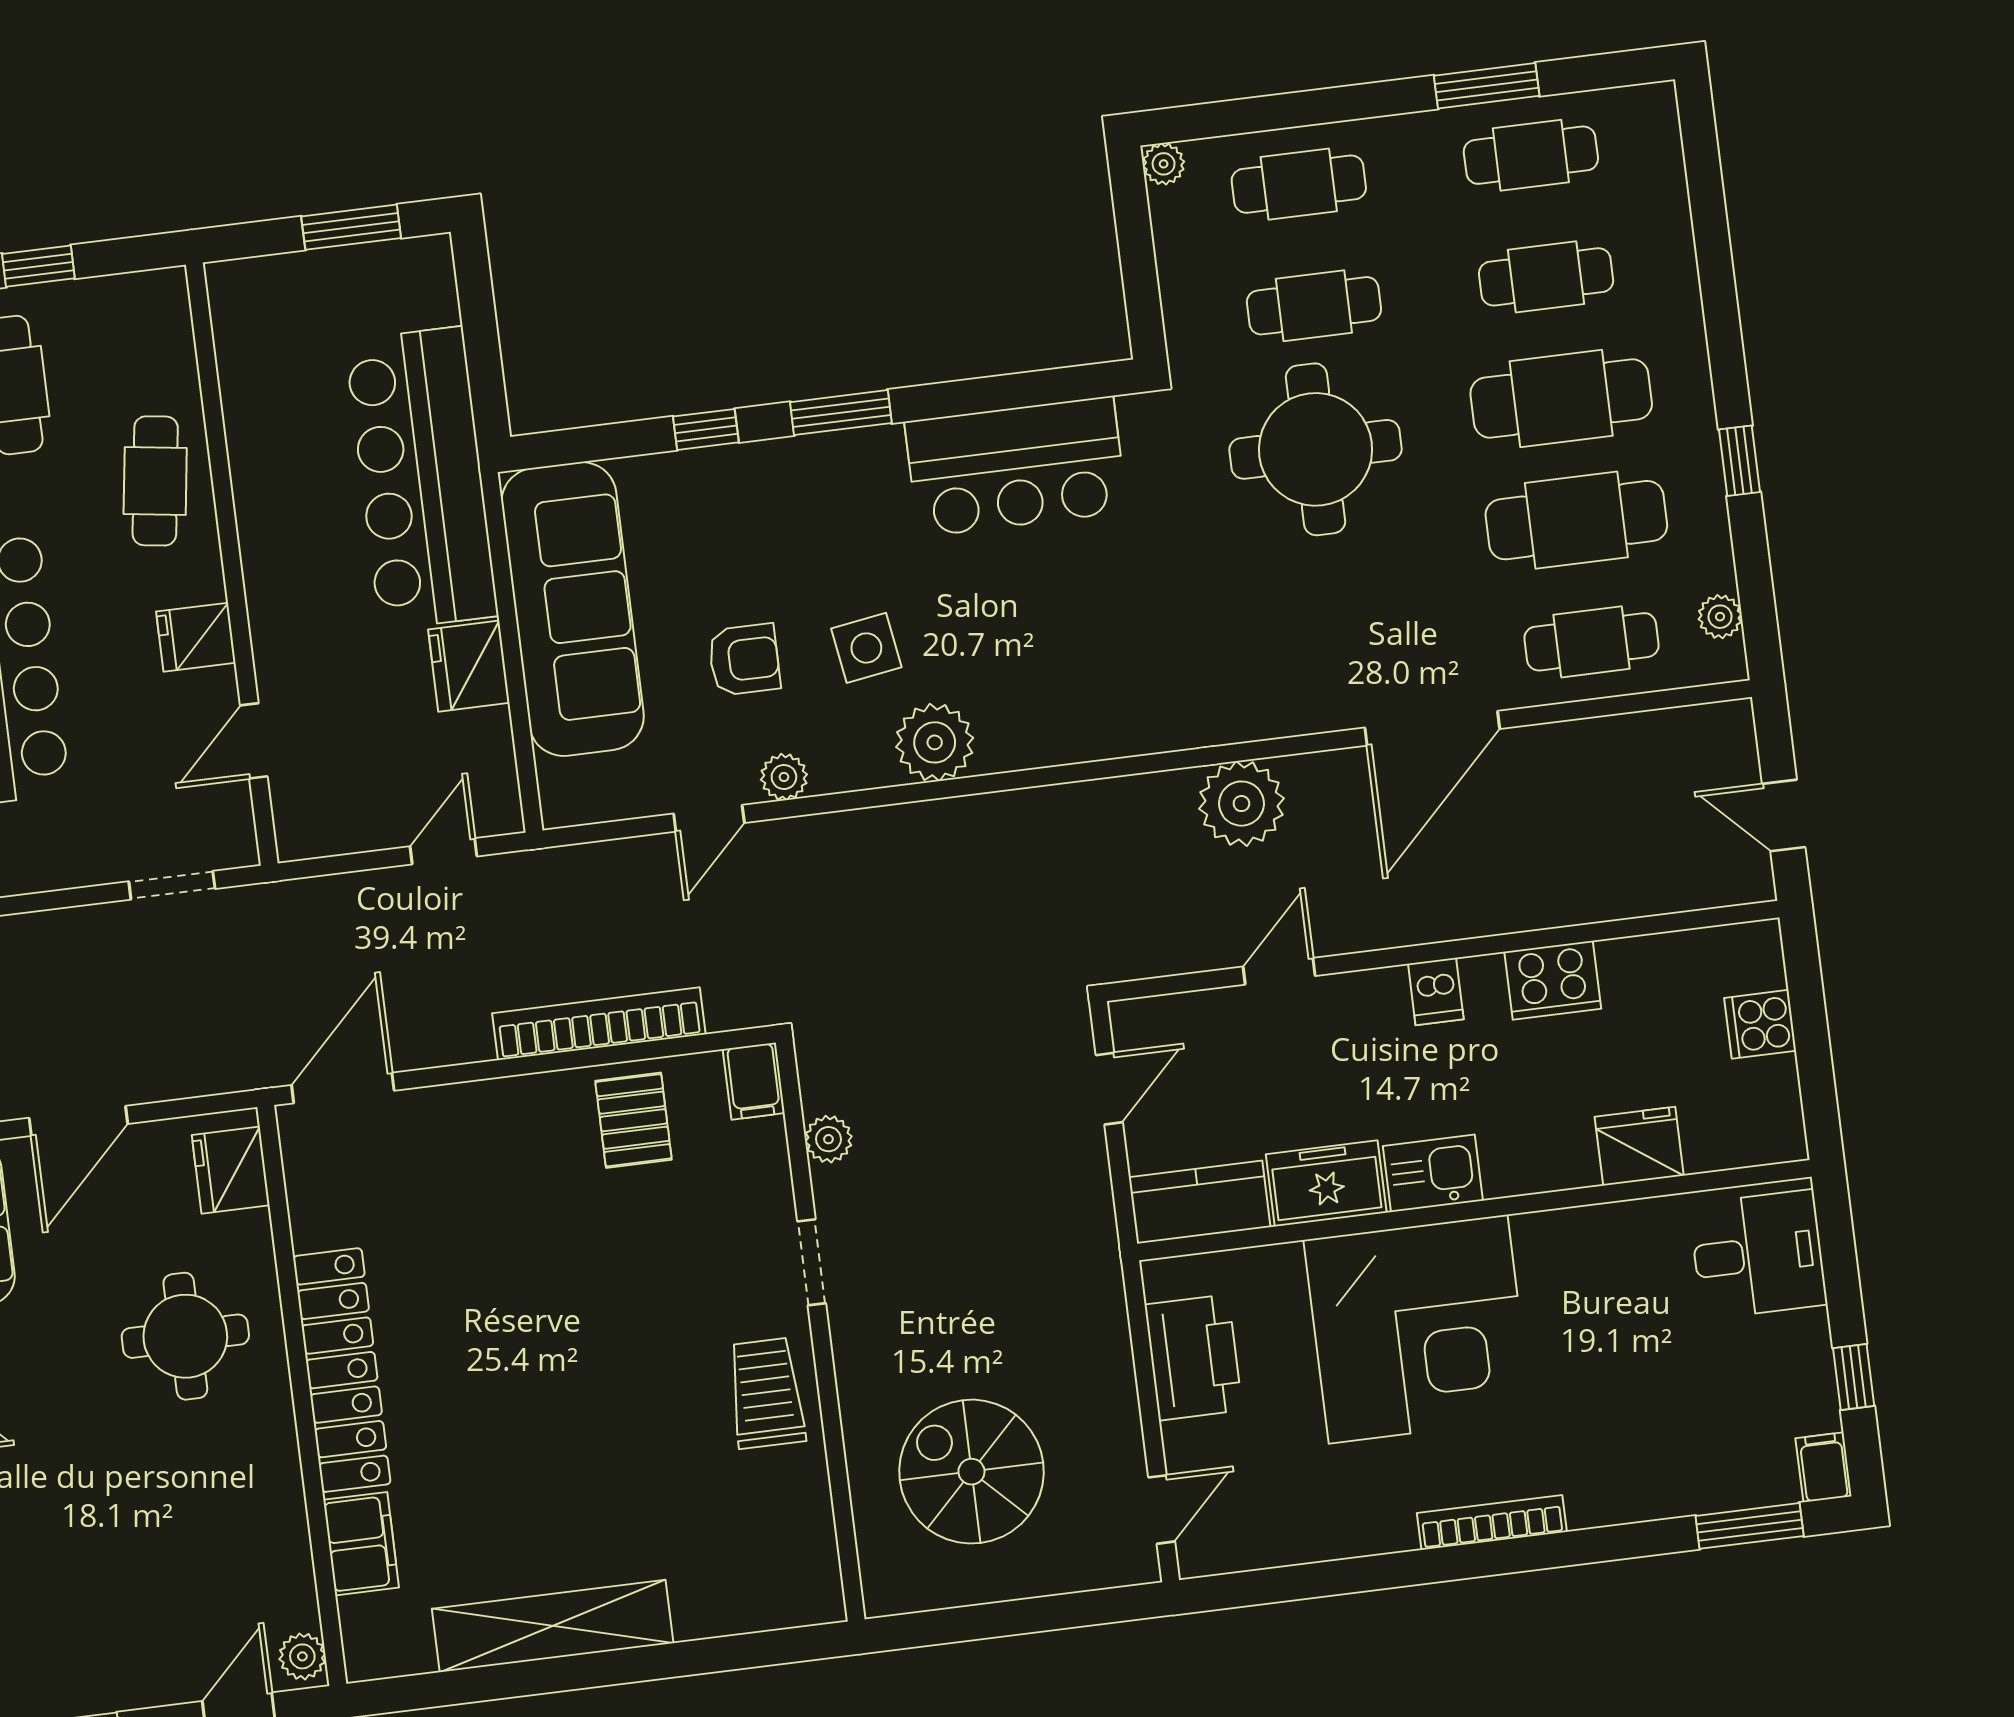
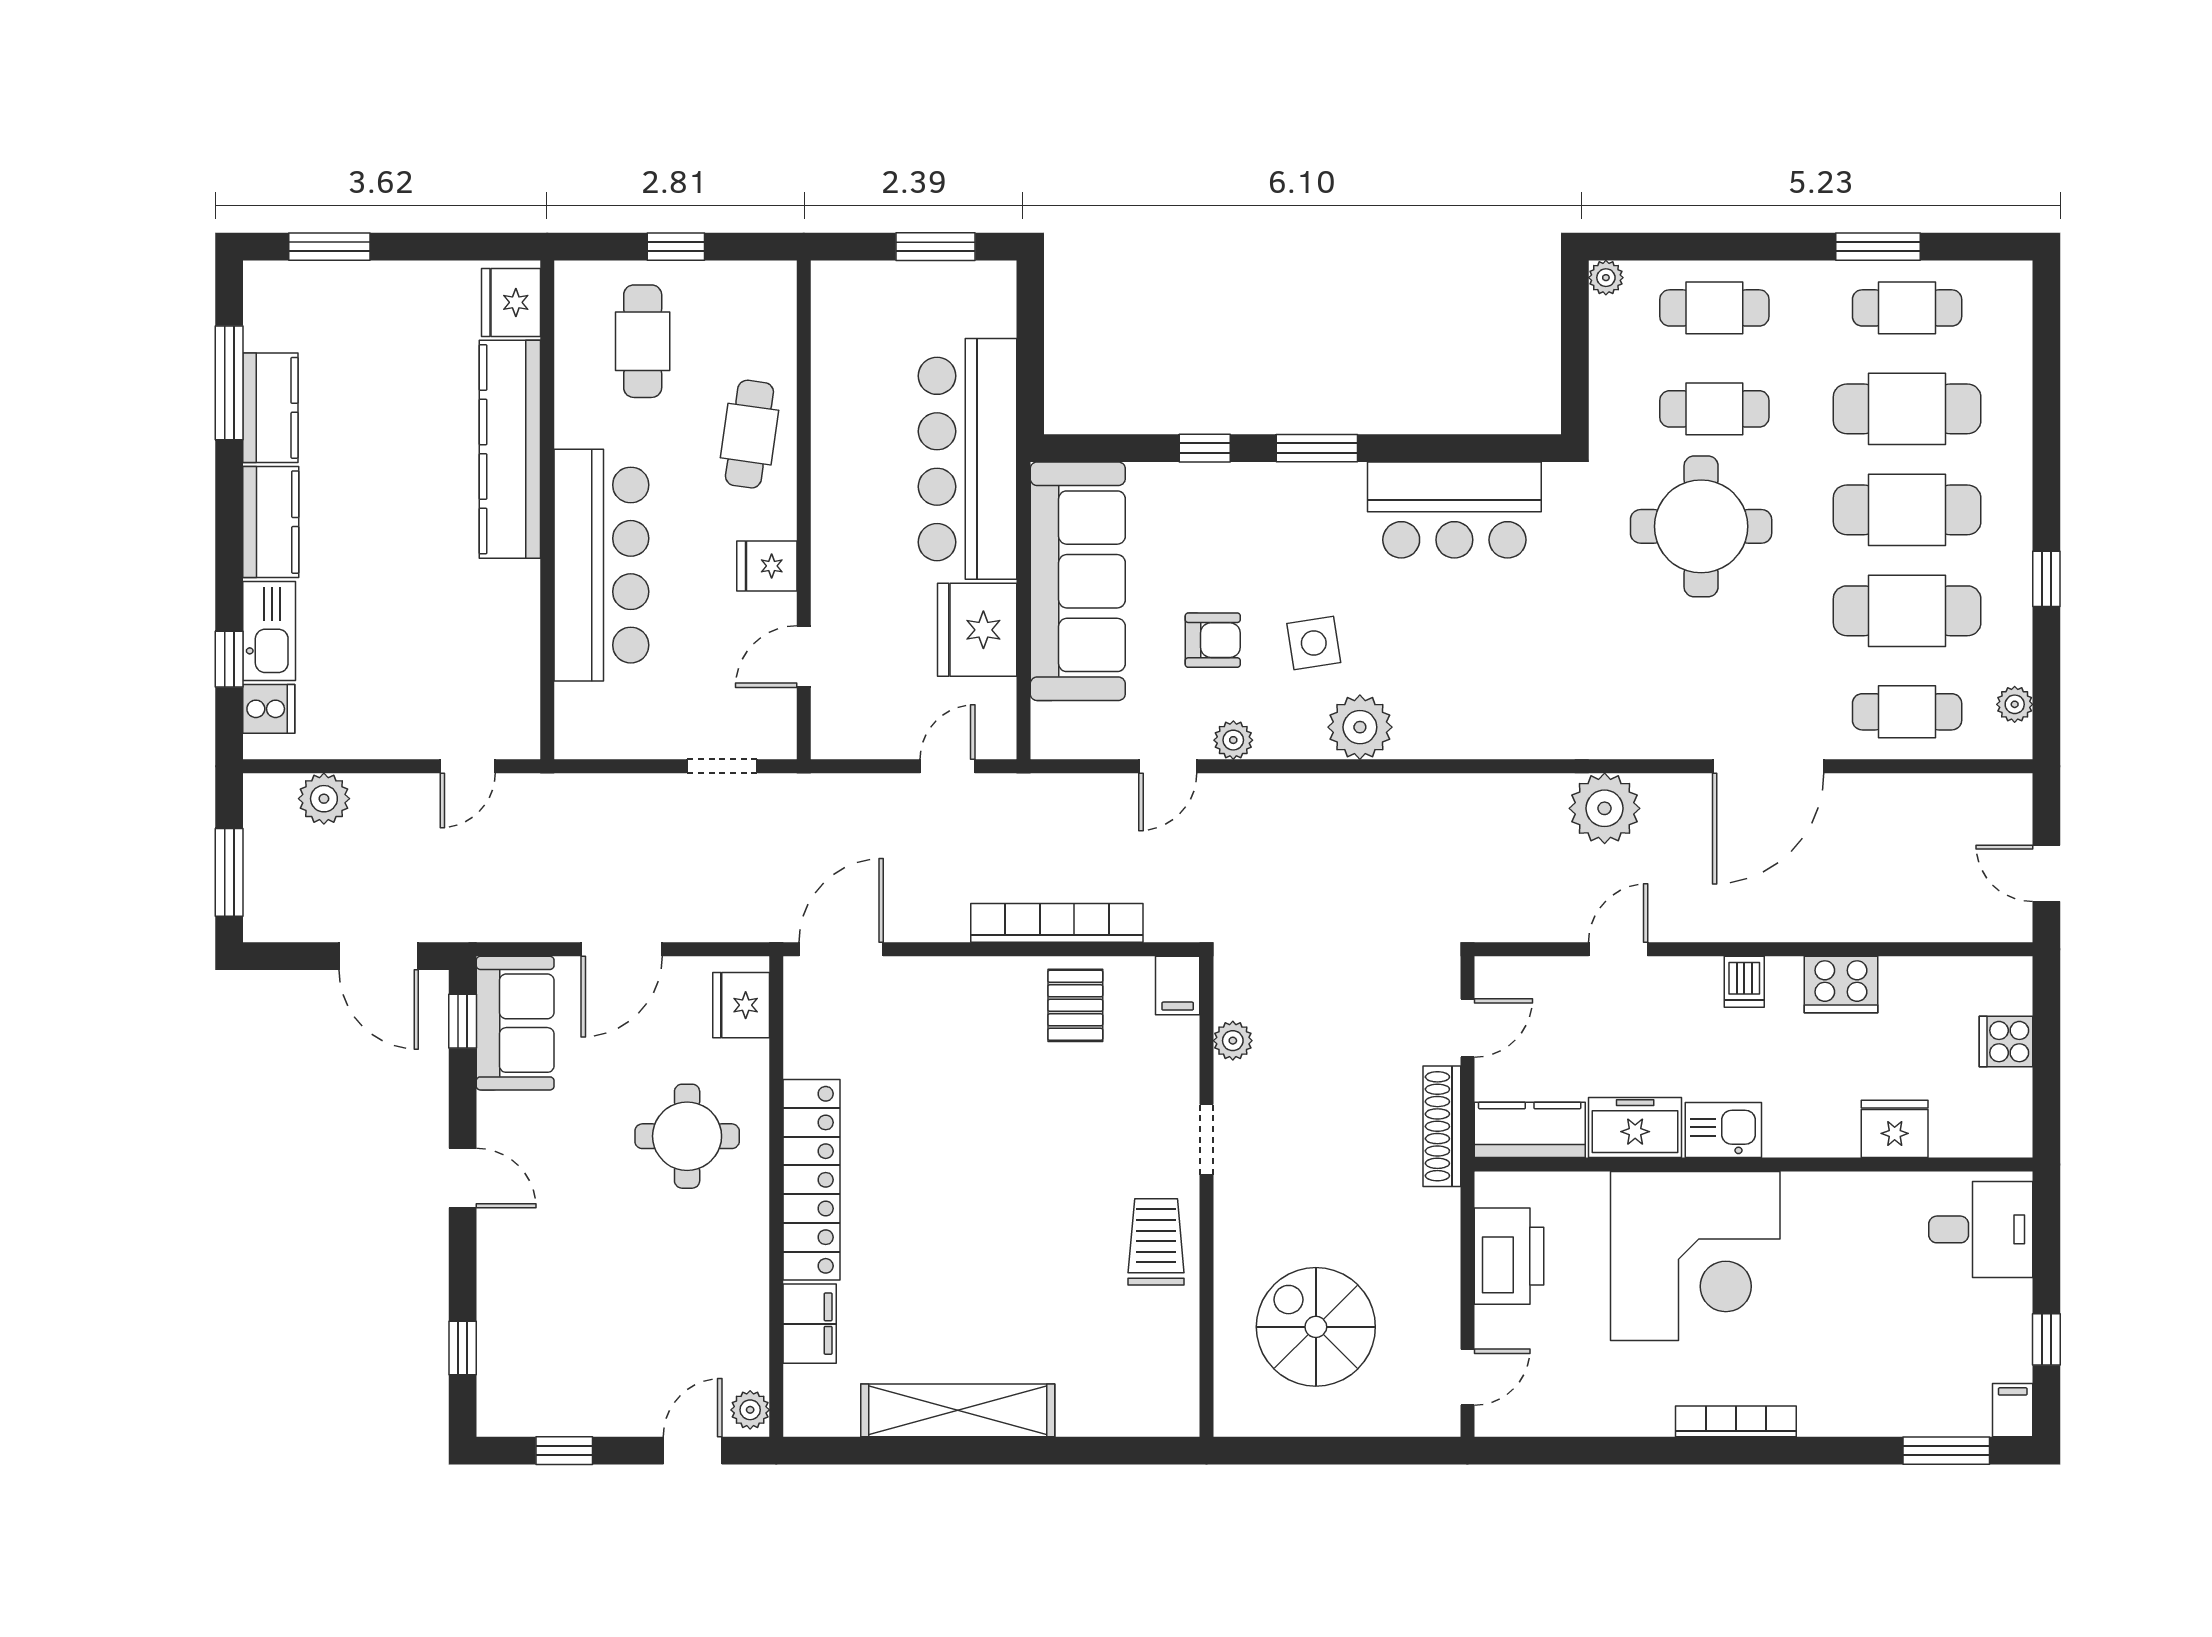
cafe table: (1546, 277) -> (1907, 409), width x1.37, depth x1.35
fridge: (469, 666) -> (977, 630), width x1.36, depth x1.34
shoe rack: (1093, 1211) -> (1442, 1126), added

